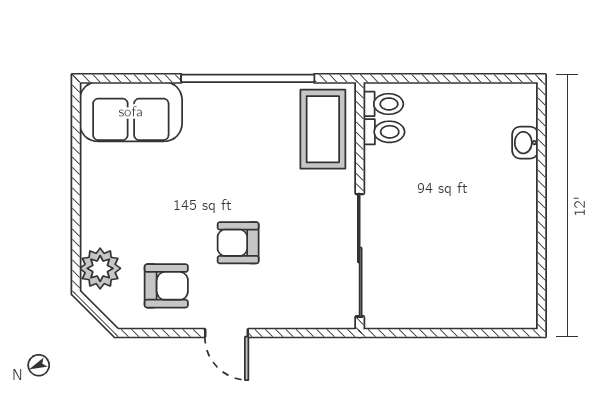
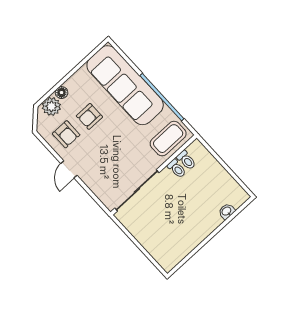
toilet: (383, 104) -> (177, 169), moved
sofa: (131, 112) -> (125, 85), width x1.85, depth x1.27
floor lamp: (93, 232) -> (62, 93), added
armchair: (238, 243) -> (89, 116), moved, turned -90

